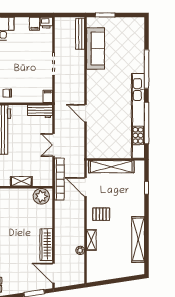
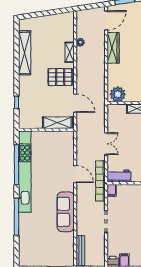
sofa: (95, 49) -> (66, 212), moved
shelving: (111, 167) -> (57, 123), width x0.68
bookcase: (59, 179) -> (100, 181), moved
pallet: (101, 214) -> (60, 77), width x1.50, depth x1.42
door: (53, 273) -> (106, 20), hinge flipped

